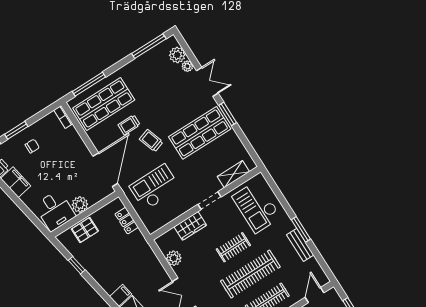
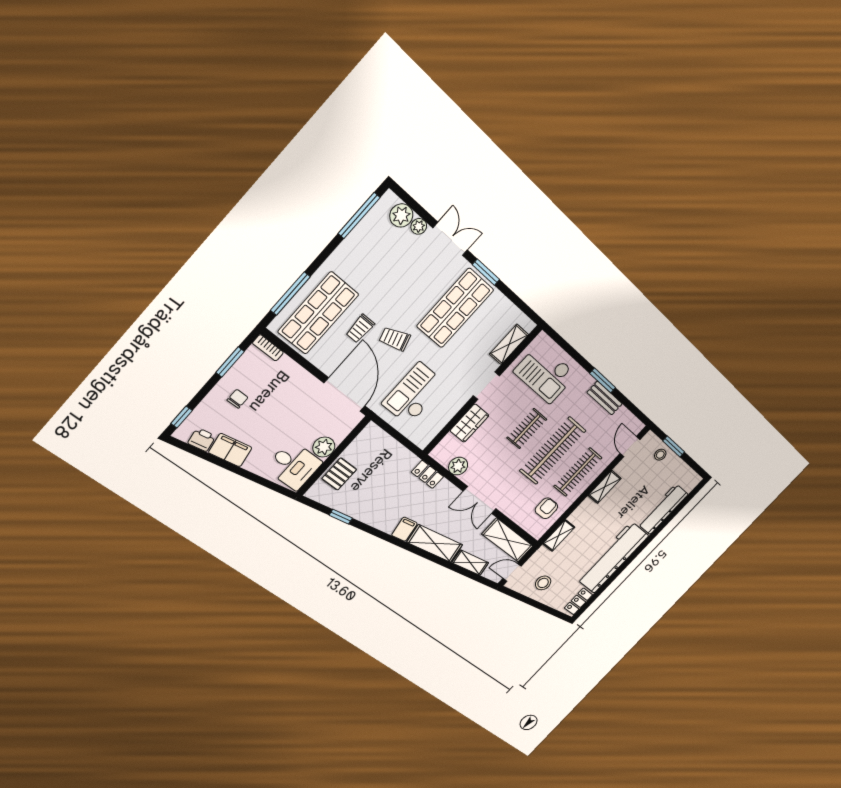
window: (16, 130) -> (230, 362), moved
locker: (127, 221) -> (427, 474), moved

